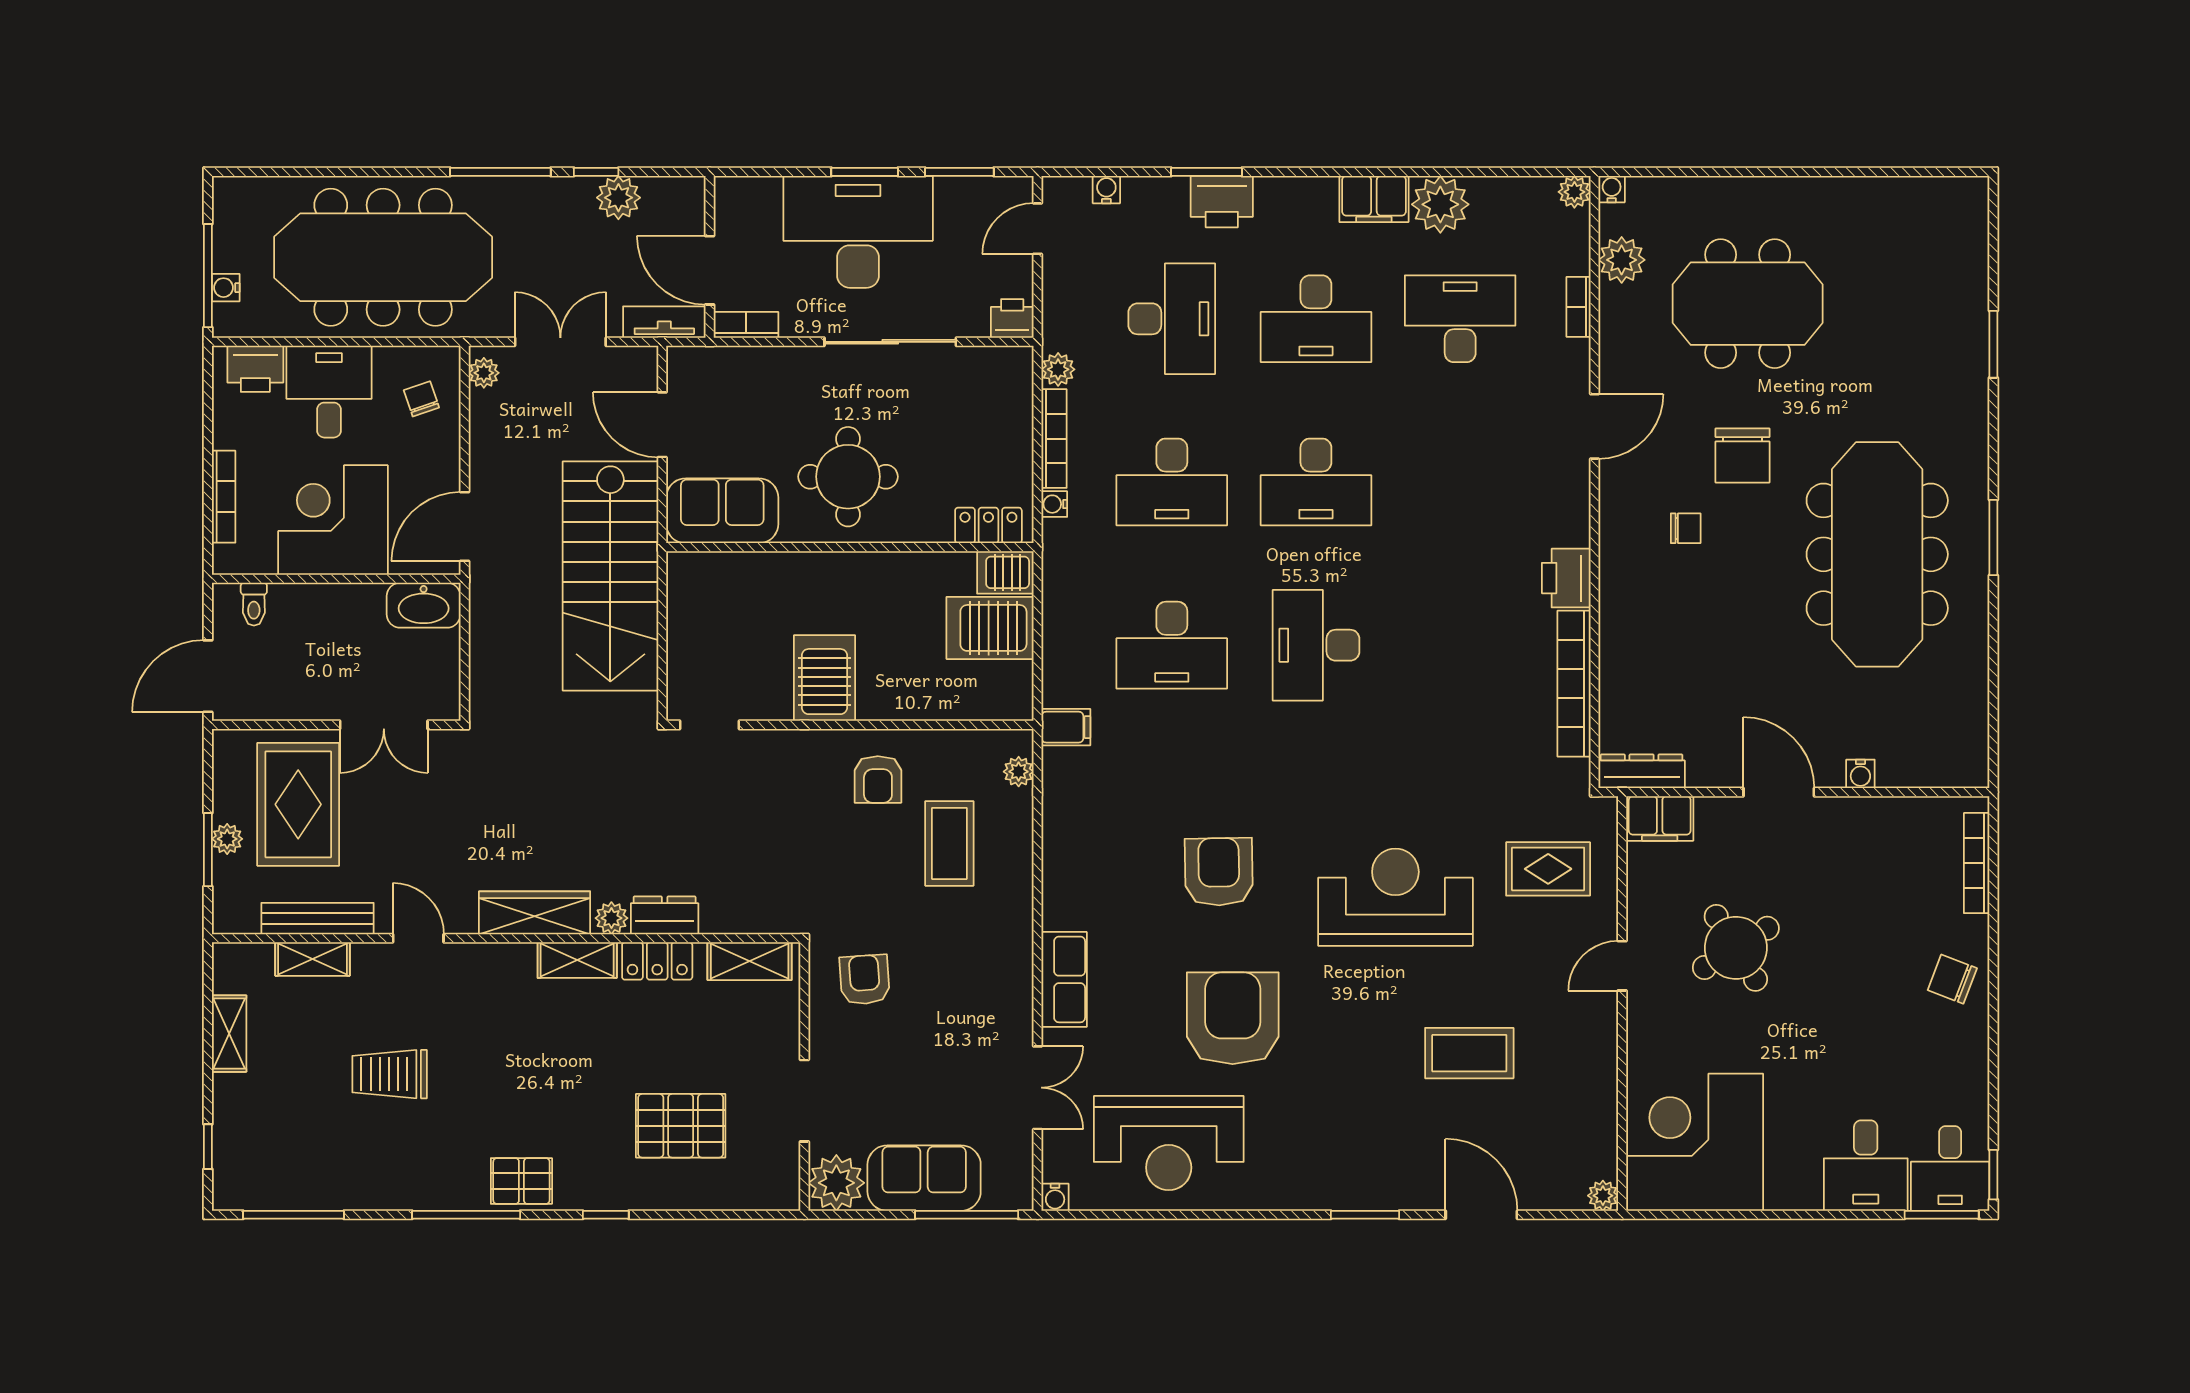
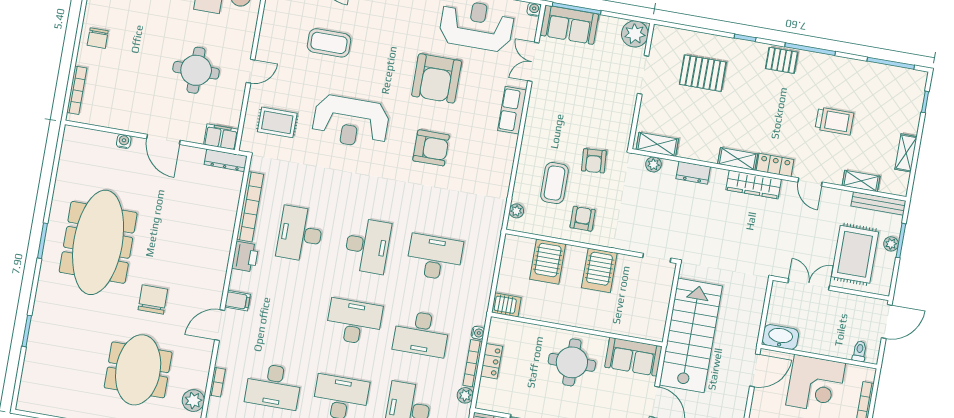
meeting table: (1748, 304) -> (138, 370), turned 90
desk: (1172, 482) -> (421, 334), turned 180
locker: (988, 525) -> (491, 361), moved, turned -90
chair: (1686, 528) -> (185, 270), removed
server rack: (990, 628) -> (548, 262), moved, turned 90
desk: (1460, 645) -> (300, 234), added
filing cabinet: (1066, 727) -> (237, 301), moved, turned 180
armchair: (1219, 872) -> (431, 148), turned -89
plant: (611, 918) -> (653, 164), moved
bench: (318, 919) -> (878, 203), moved
round table: (1736, 948) -> (196, 70), turned 32
locker: (657, 961) -> (775, 165), moved
chair: (1952, 979) -> (98, 38), turned 69
armchair: (865, 980) -> (594, 161), moved
sofa: (924, 1178) -> (570, 25), moved

